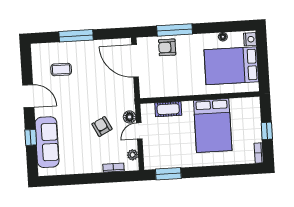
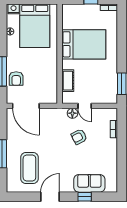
door: (135, 61) -> (26, 106), hinge flipped
coffee table: (61, 70) -> (29, 168), width x1.86, depth x1.72
sofa: (47, 142) -> (89, 183), width x0.73
plant: (133, 155) -> (104, 113), removed

